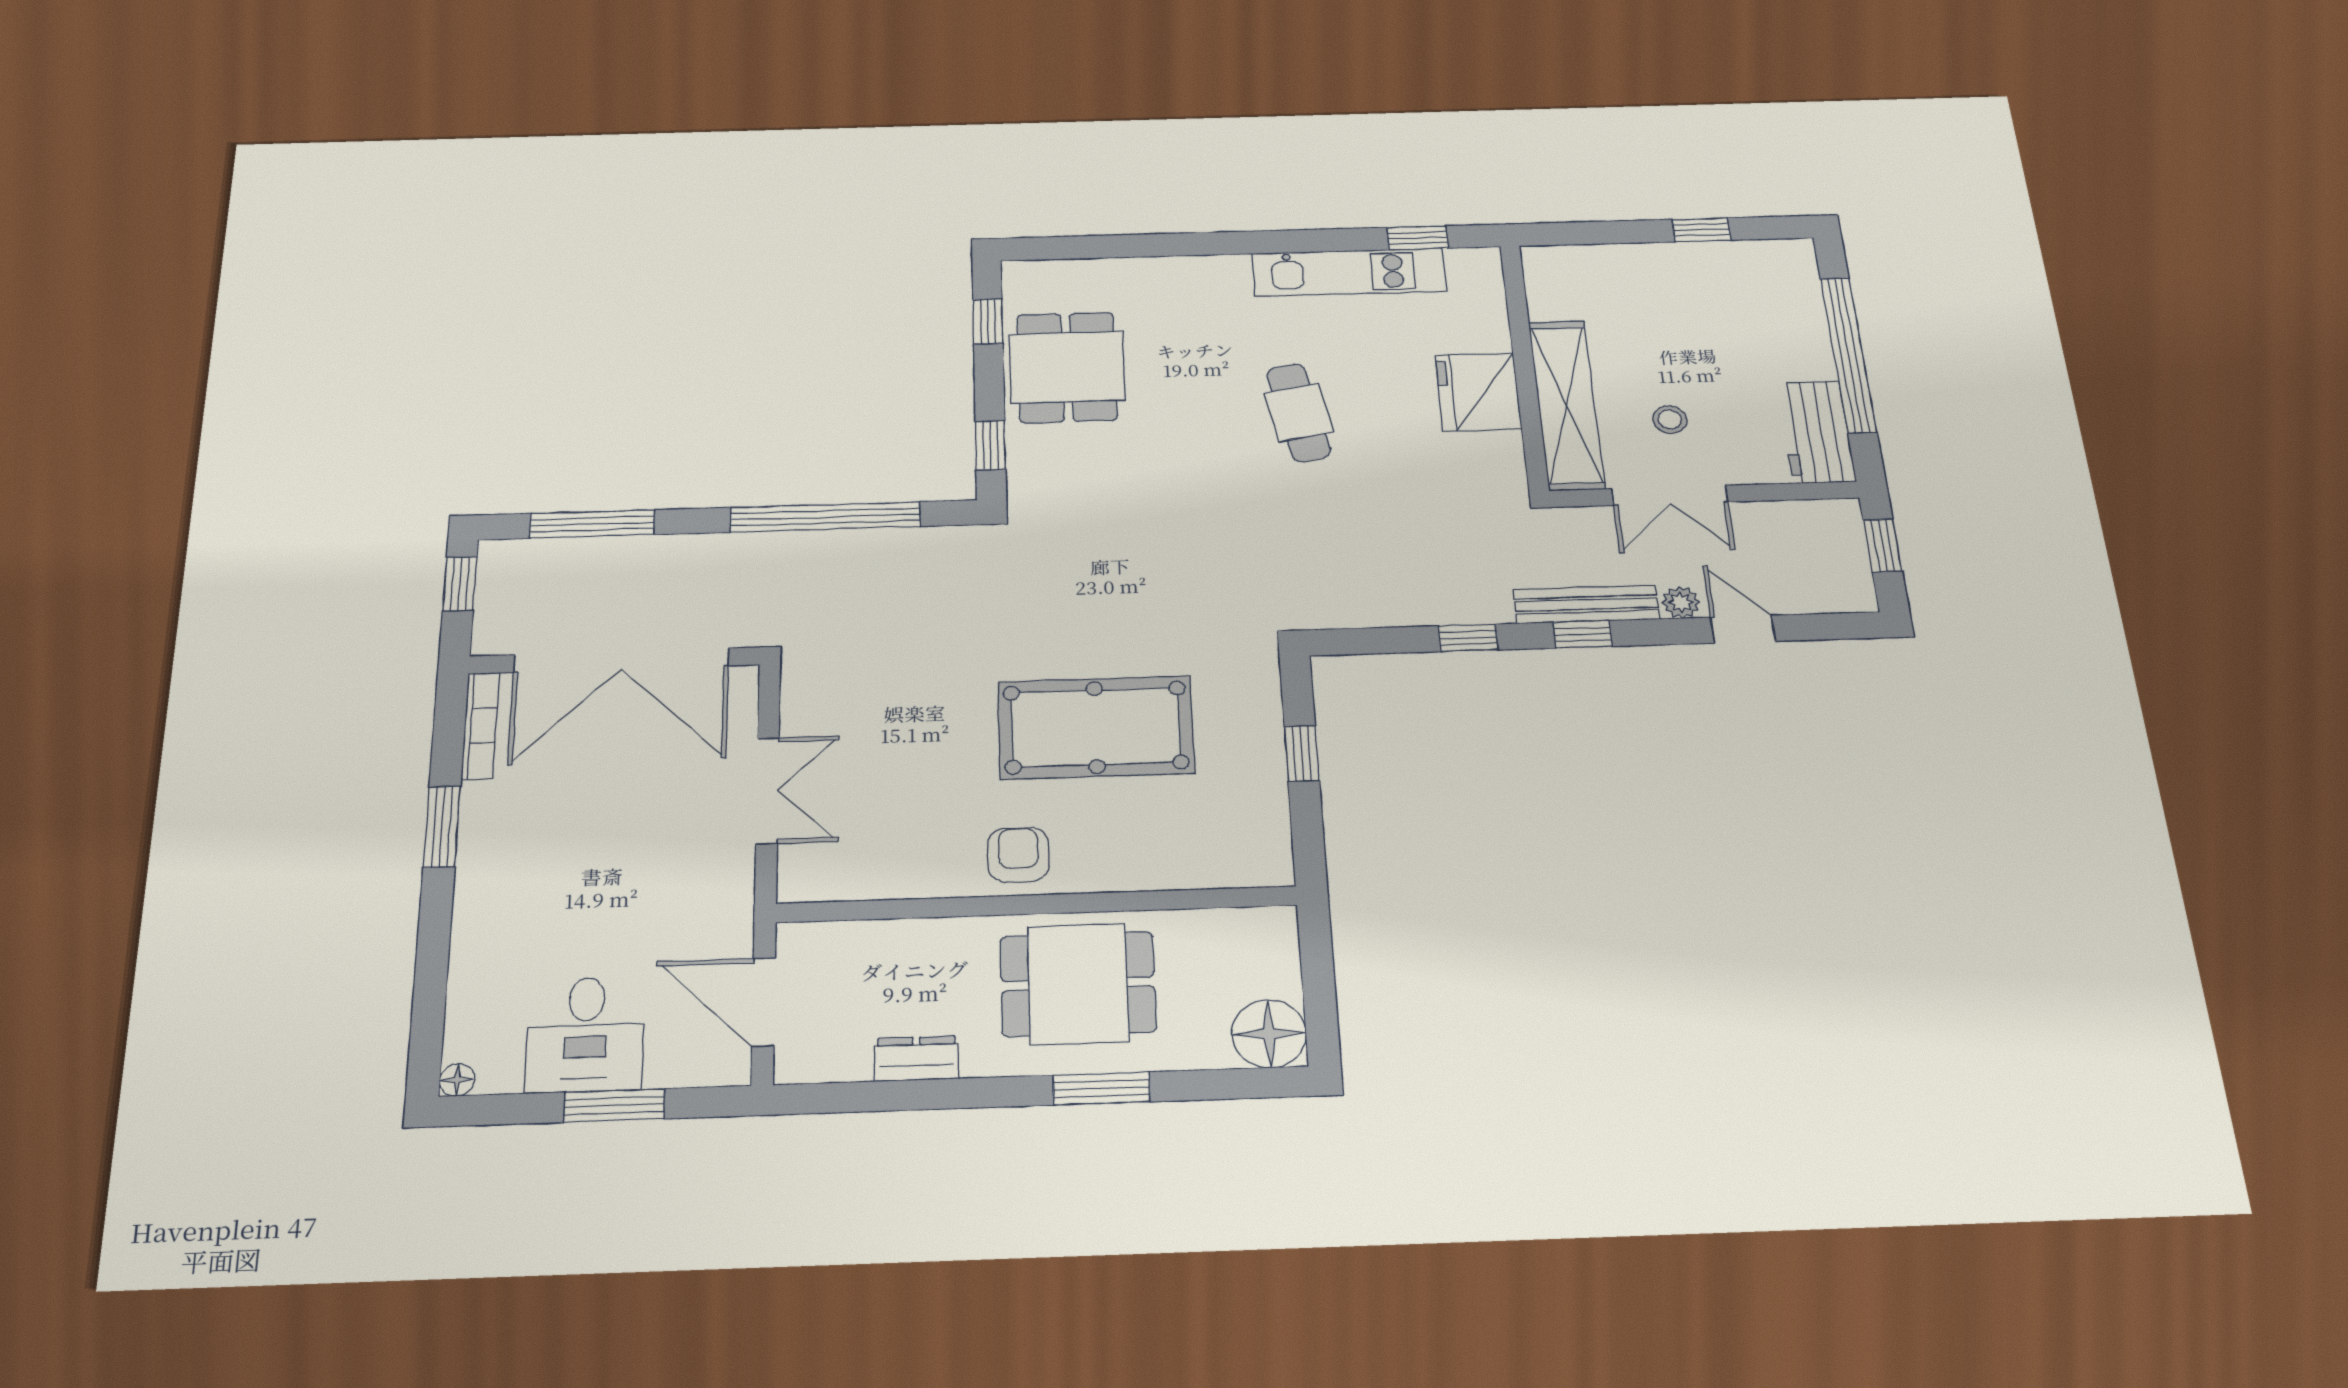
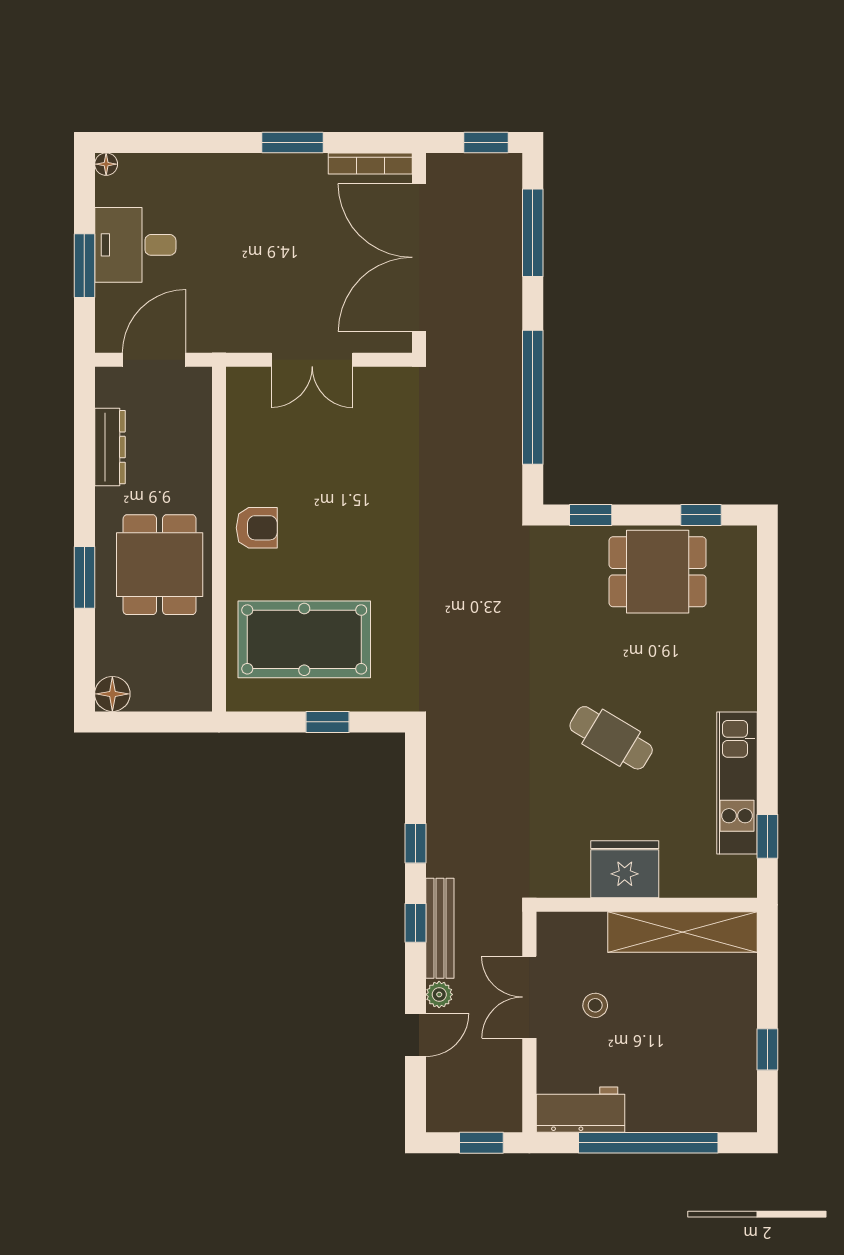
shelving: (1566, 405) -> (682, 932), moved
cafe table: (1299, 413) -> (611, 738), turned 42
pool table: (1096, 727) -> (304, 639), moved, turned 90
floor lamp: (1269, 1034) -> (112, 694), width x0.73, depth x0.73
dresser: (916, 1059) -> (110, 447), width x1.44

